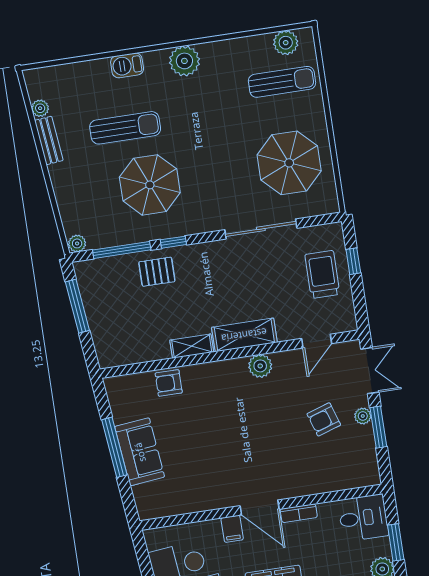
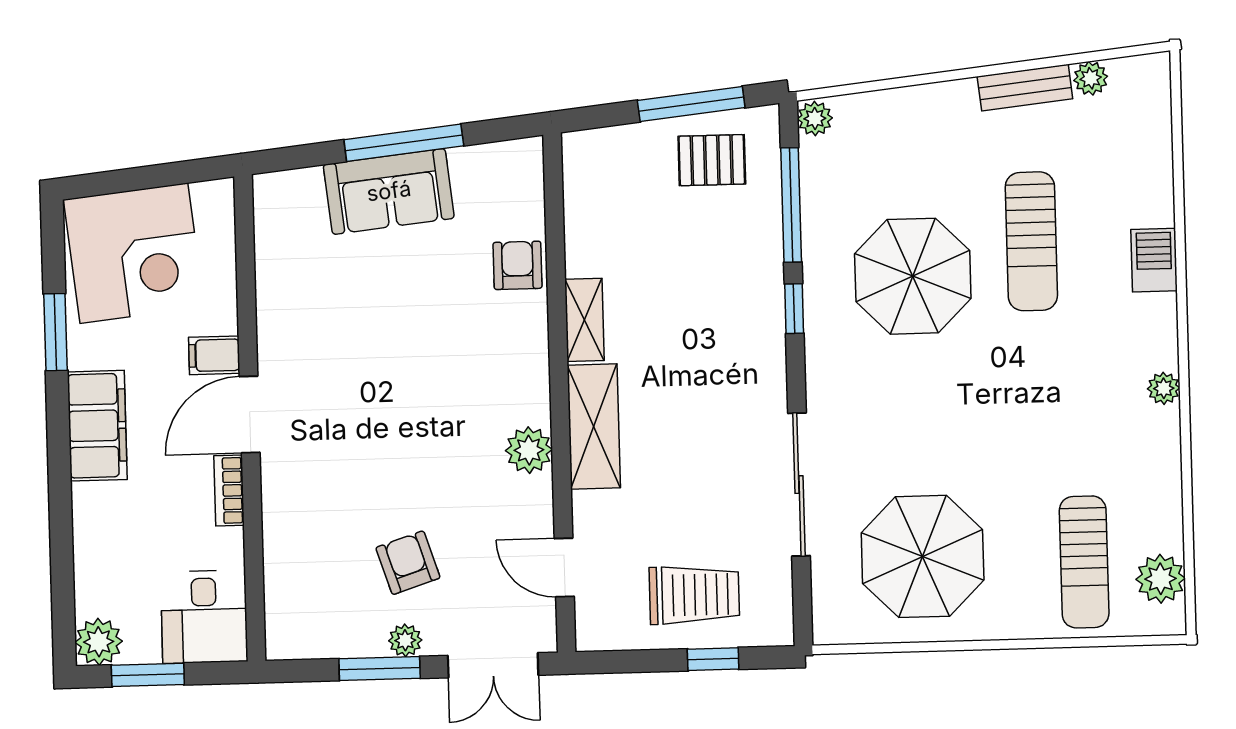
plant: (184, 61) -> (1164, 388), width x0.53, depth x0.53
pallet: (157, 272) -> (712, 160), moved, turned 90

